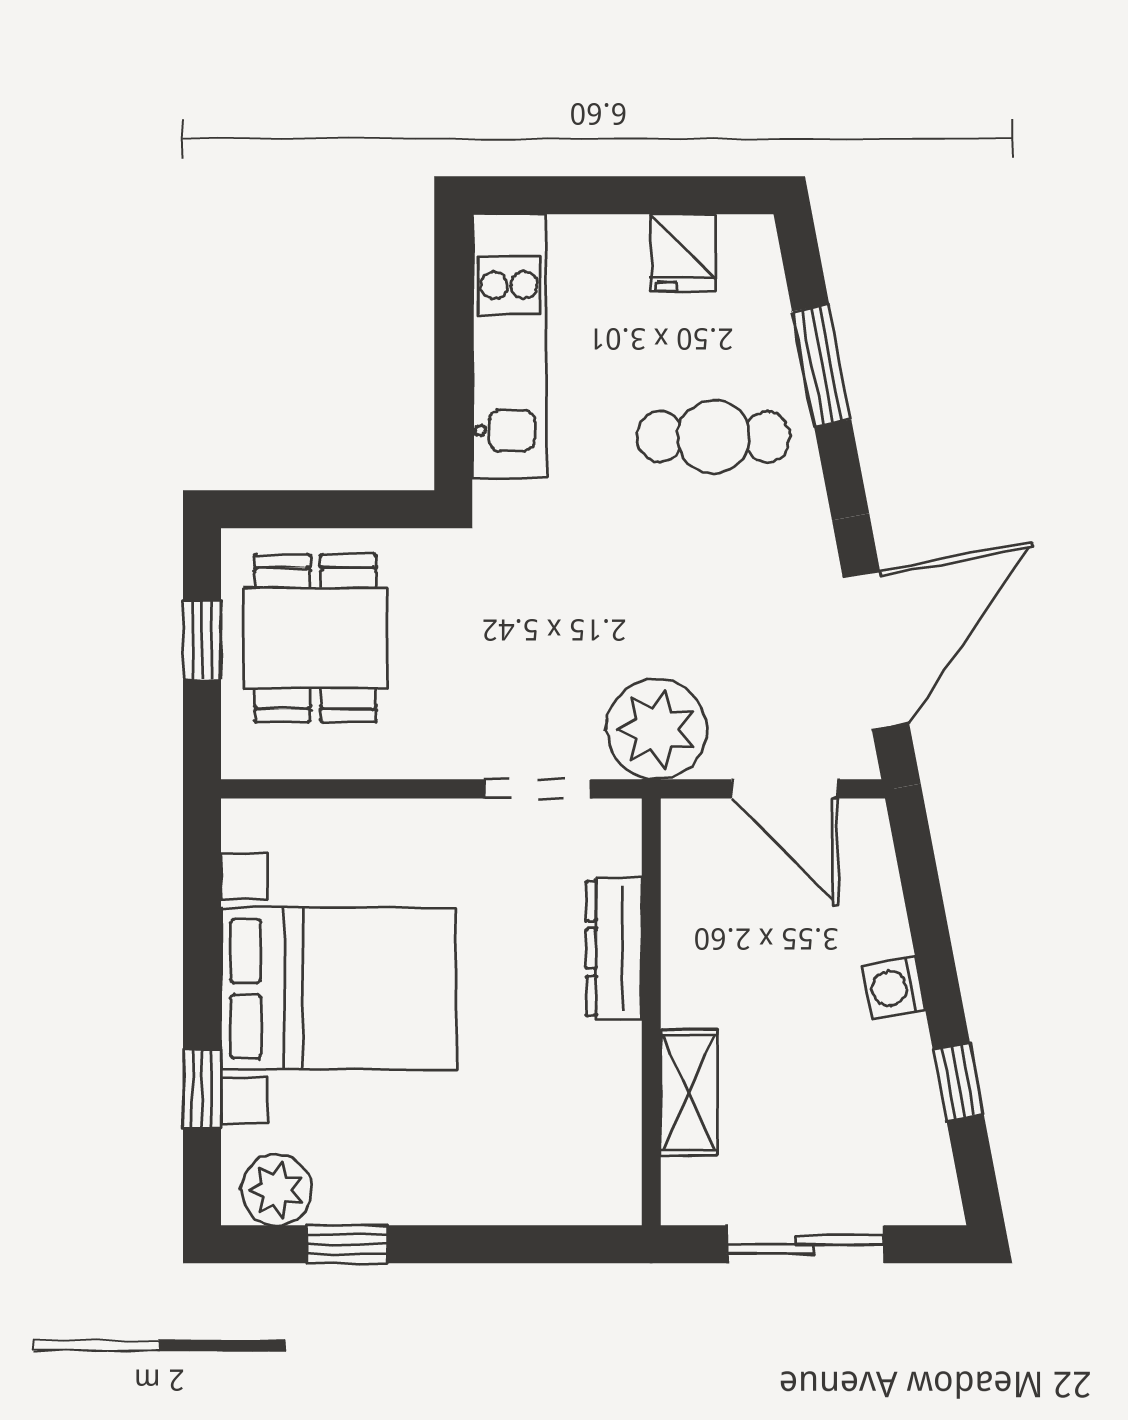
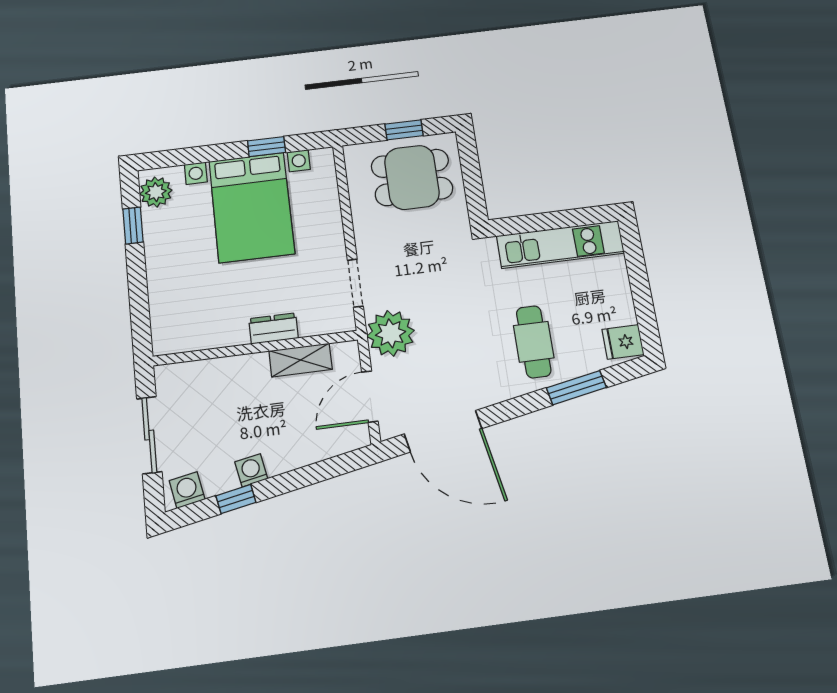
fridge: (683, 253) -> (623, 342), moved
dresser: (614, 948) -> (273, 328), width x0.70
washing machine: (894, 988) -> (251, 470), moved
window: (202, 1089) -> (266, 147), moved
shelving: (689, 1092) -> (301, 360), moved
washing machine: (927, 1177) -> (187, 490), added

